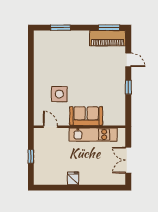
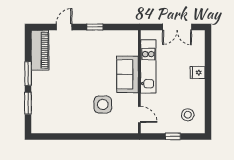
window: (109, 28) -> (28, 74), moved
door: (50, 127) -> (139, 114), swing flipped
stool: (50, 170) -> (188, 115), added
fridge: (73, 178) -> (198, 72), moved

